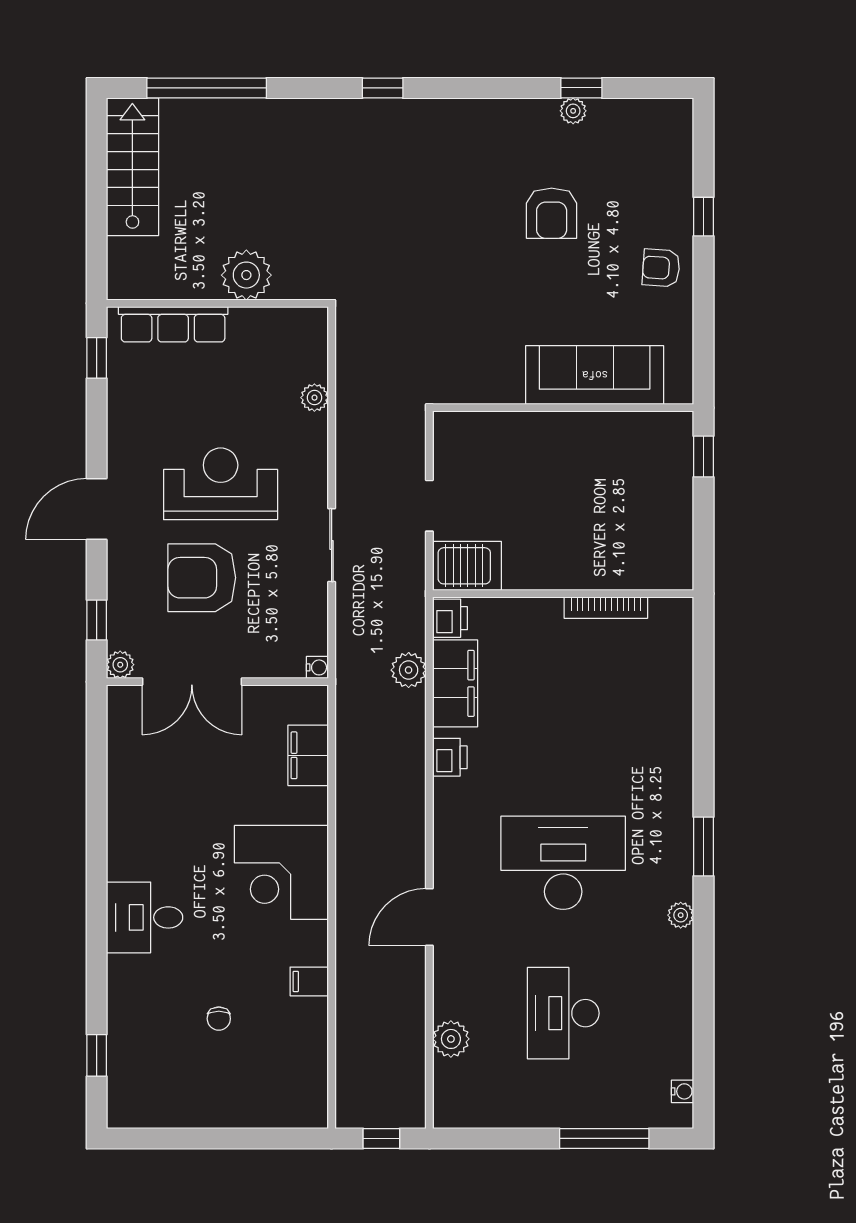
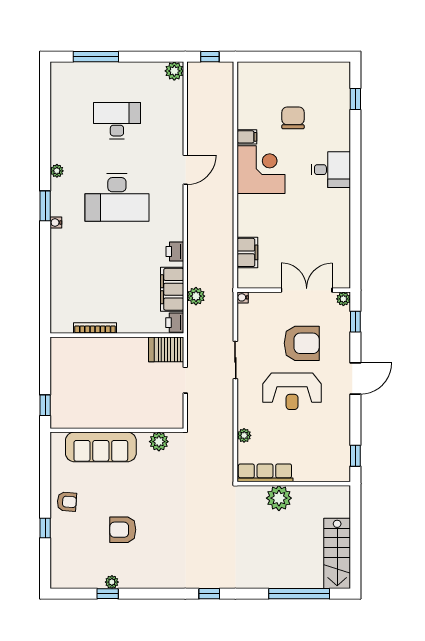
armchair: (552, 213) -> (123, 530), turned -90
row of seats: (173, 324) -> (265, 473), moved
plant: (481, 386) -> (159, 442), added
corner desk: (281, 872) -> (261, 170), moved
desk: (563, 1013) -> (117, 121), turned -90
chair: (219, 1019) -> (293, 118), width x1.87, depth x1.87
plant: (451, 1039) -> (174, 71), moved
water cooler: (683, 1091) -> (56, 223), moved

